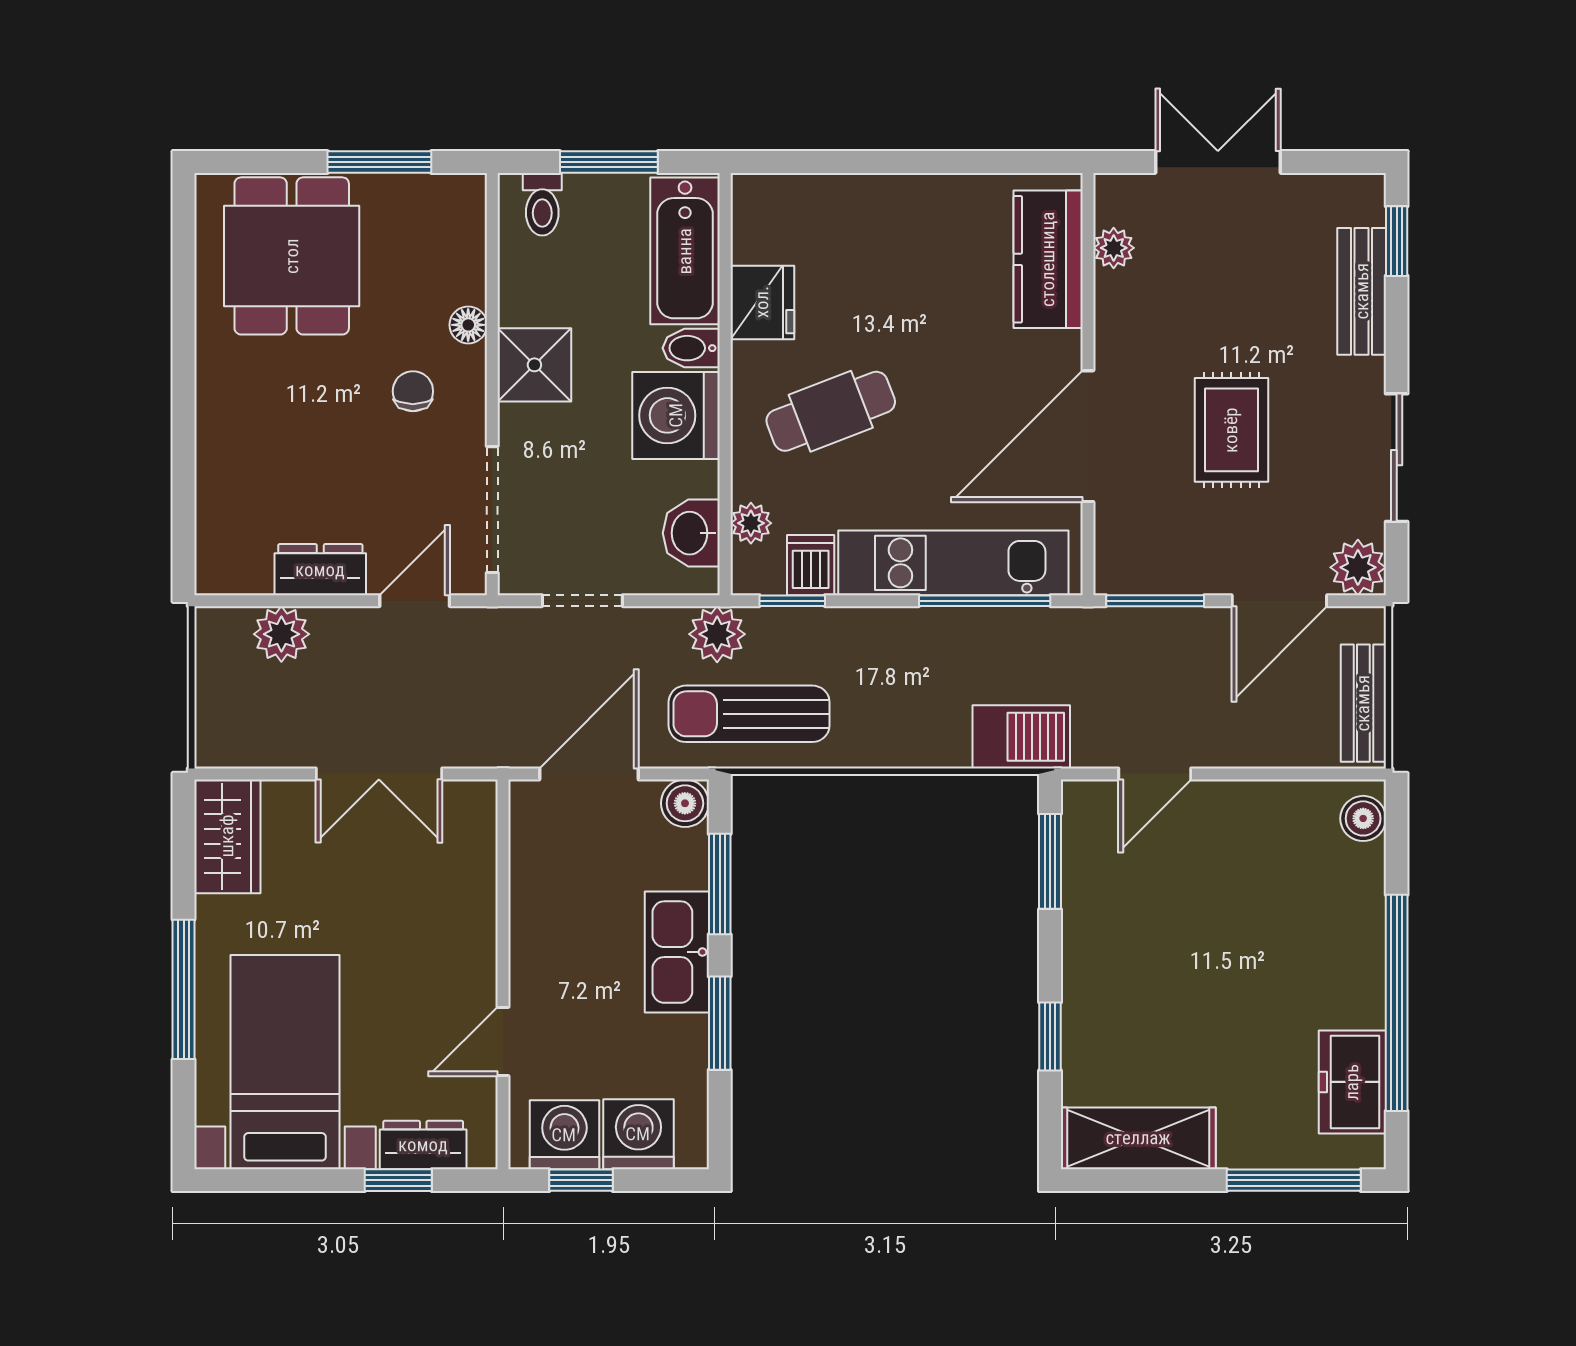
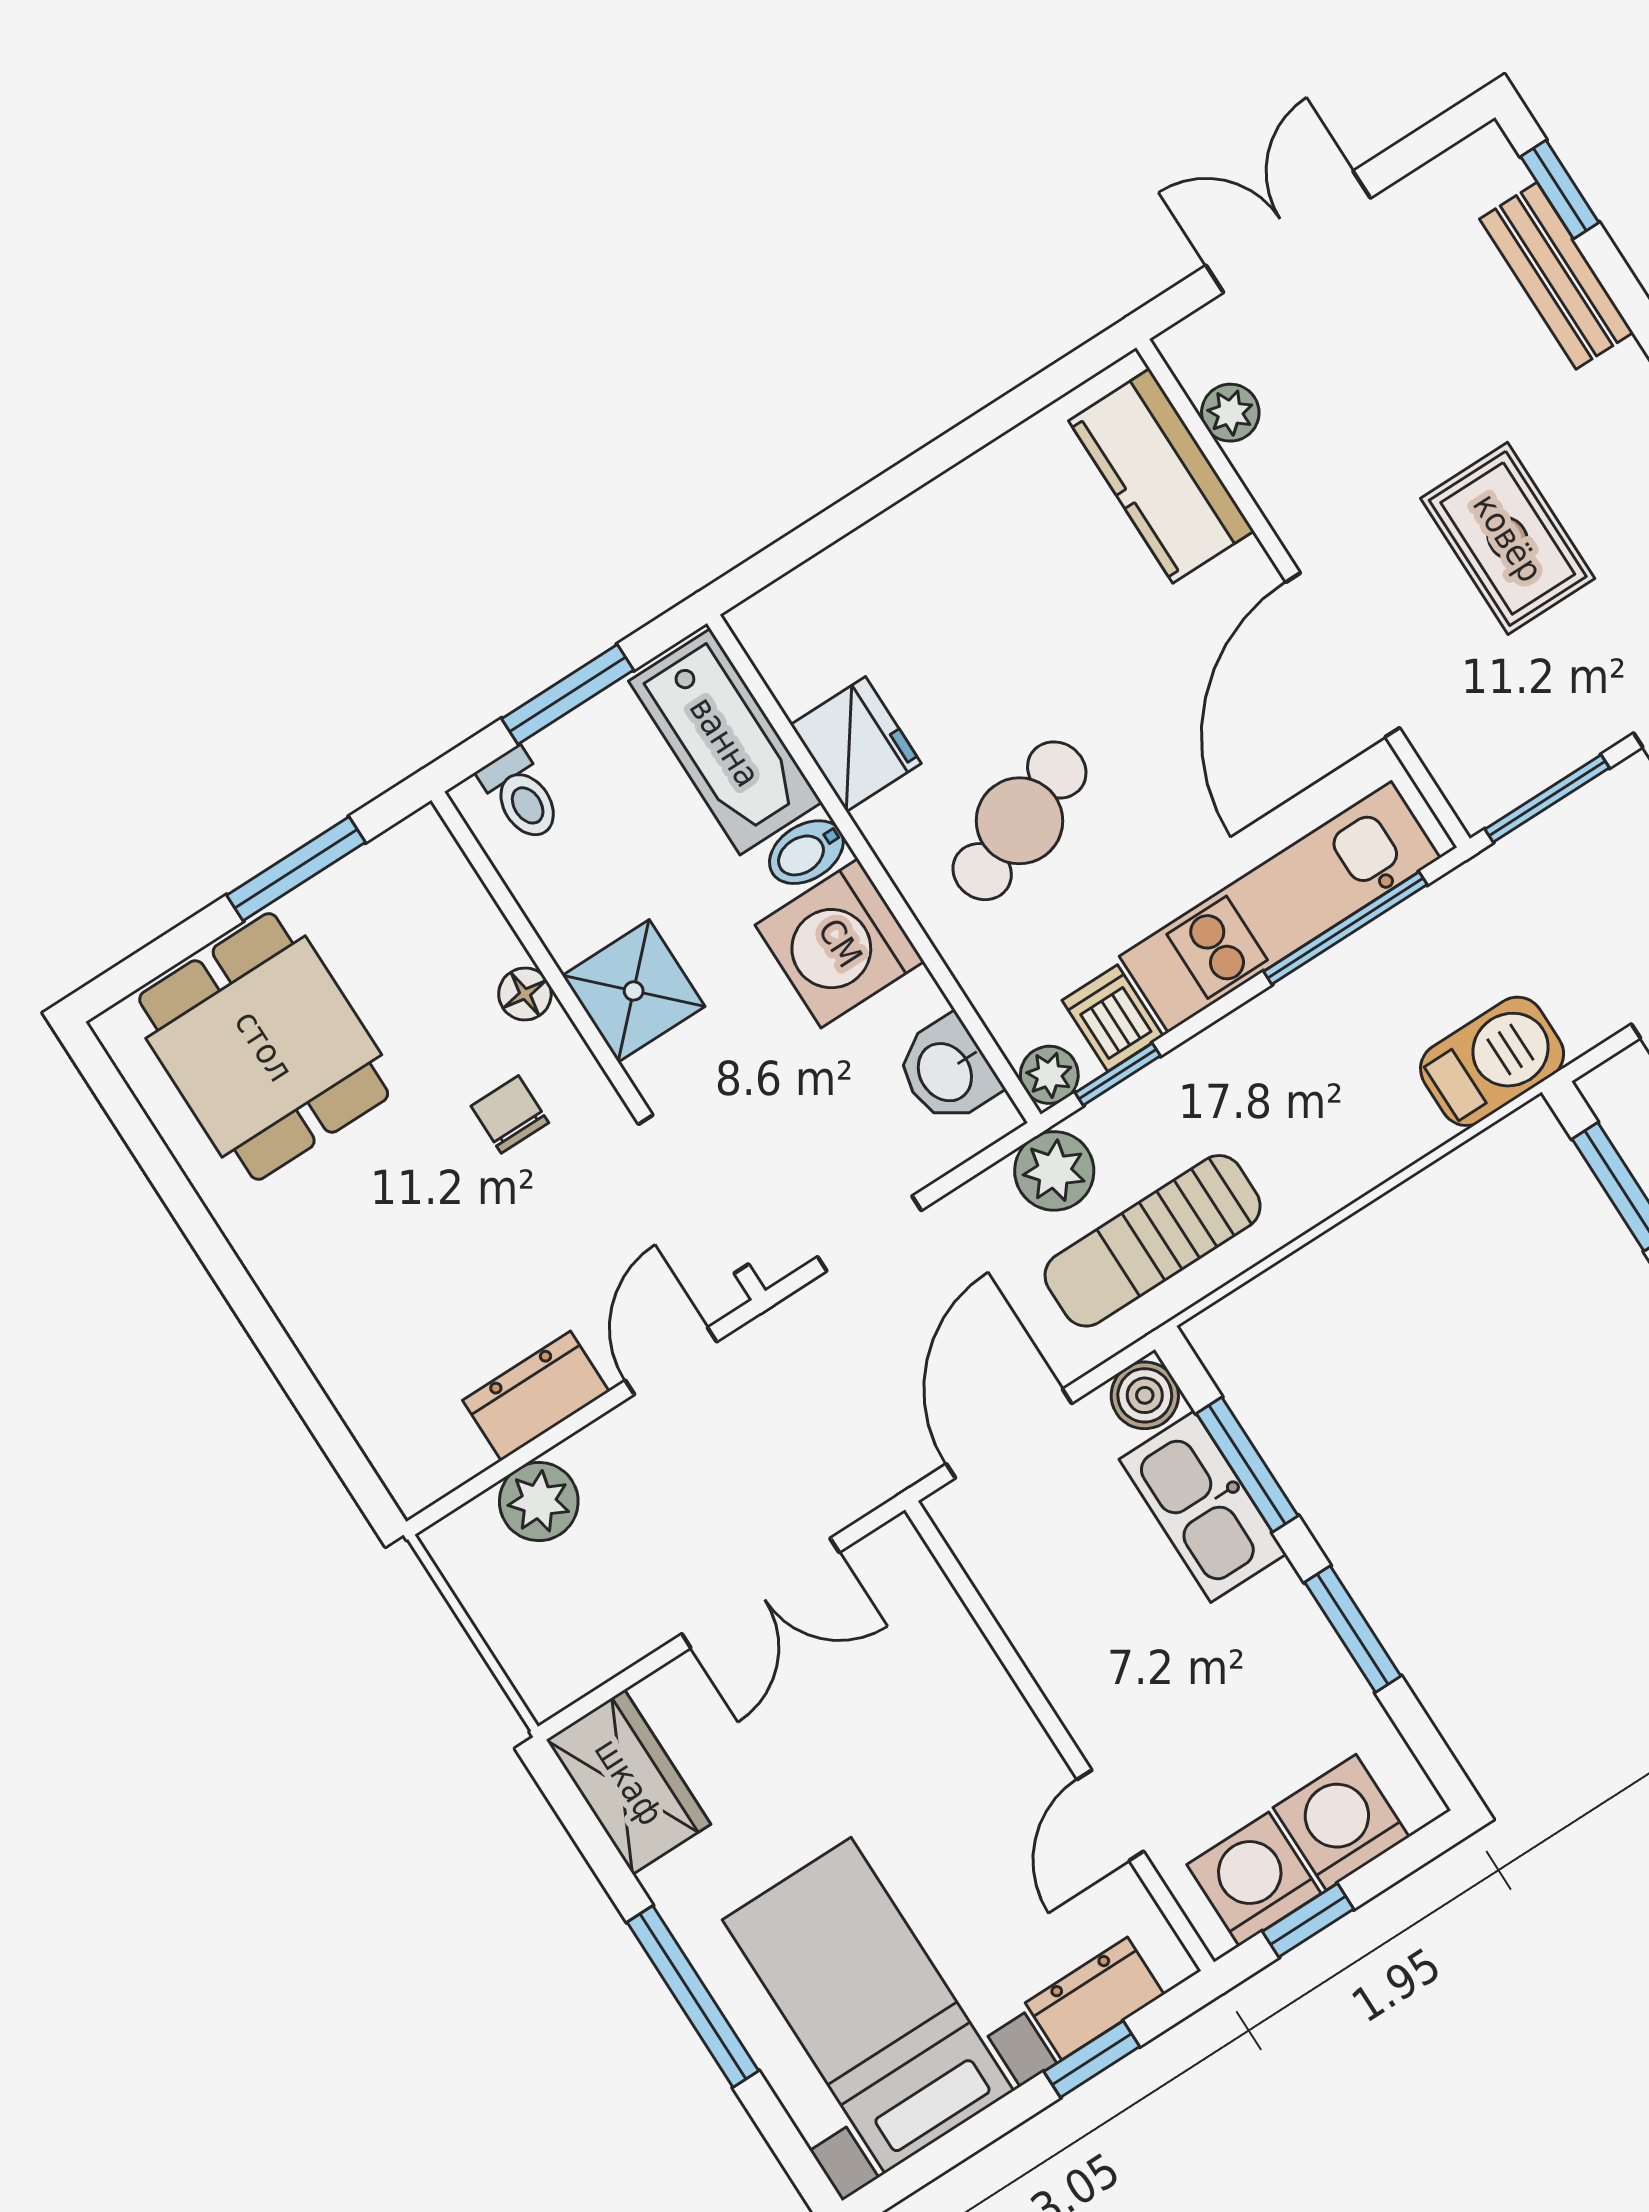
plant: (751, 523) -> (1049, 1075), moved
kitchen sink: (677, 952) -> (1203, 1507), moved

